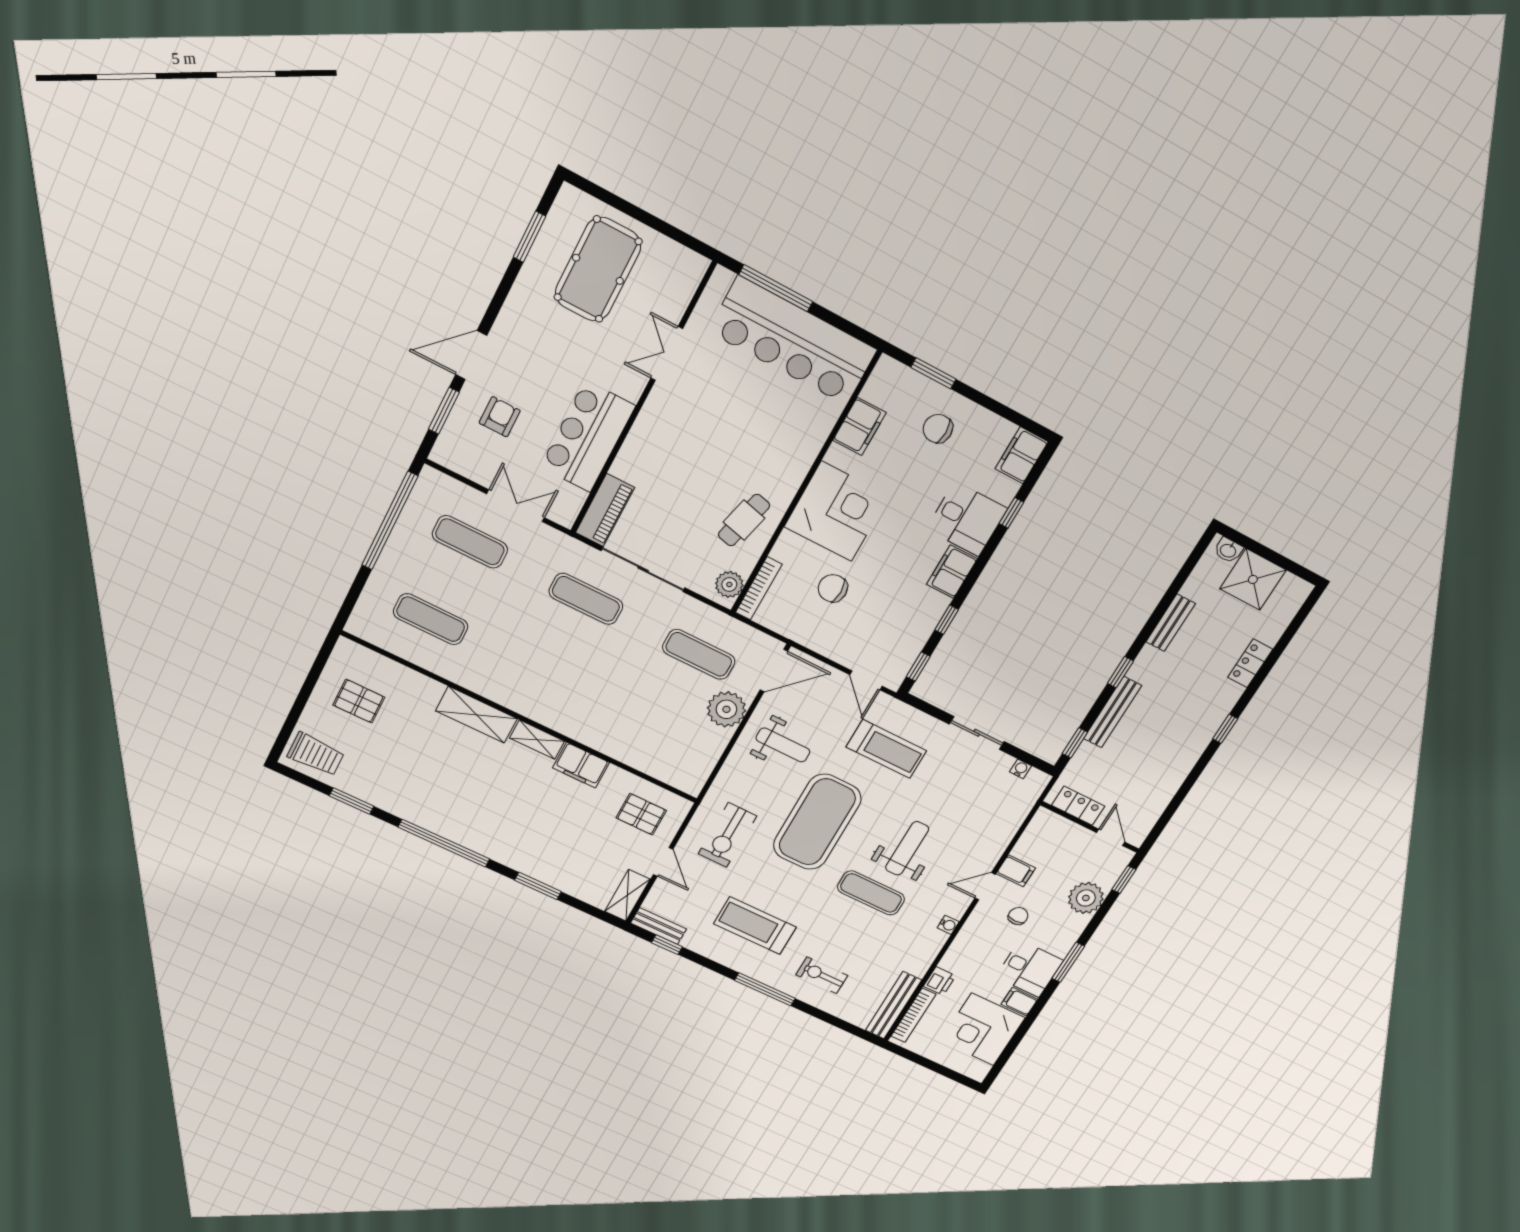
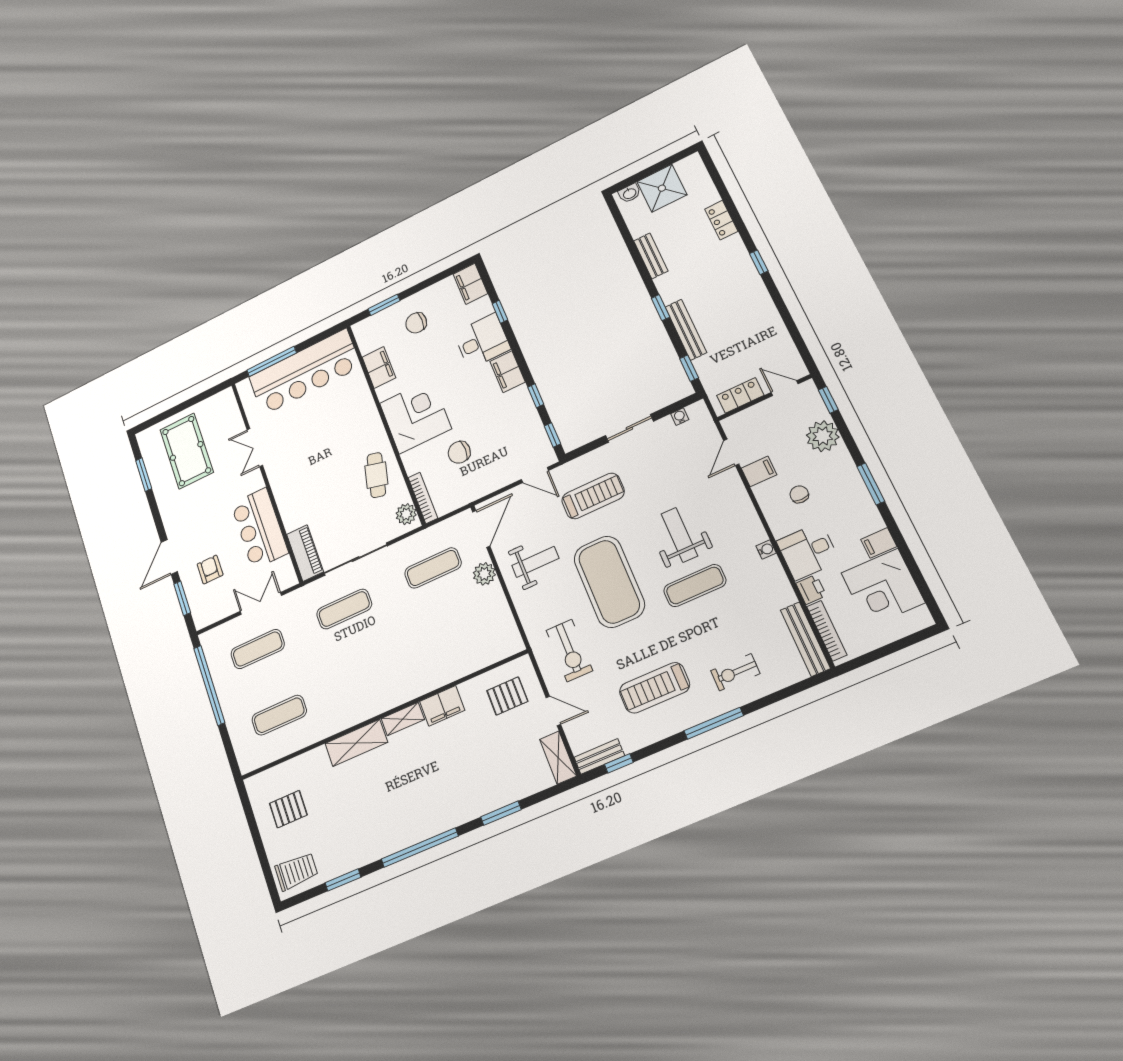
plant: (726, 709) -> (484, 574), width x0.73, depth x0.73
door: (985, 886) -> (731, 452), moved
desk: (1029, 969) -> (808, 551), moved, turned 180

